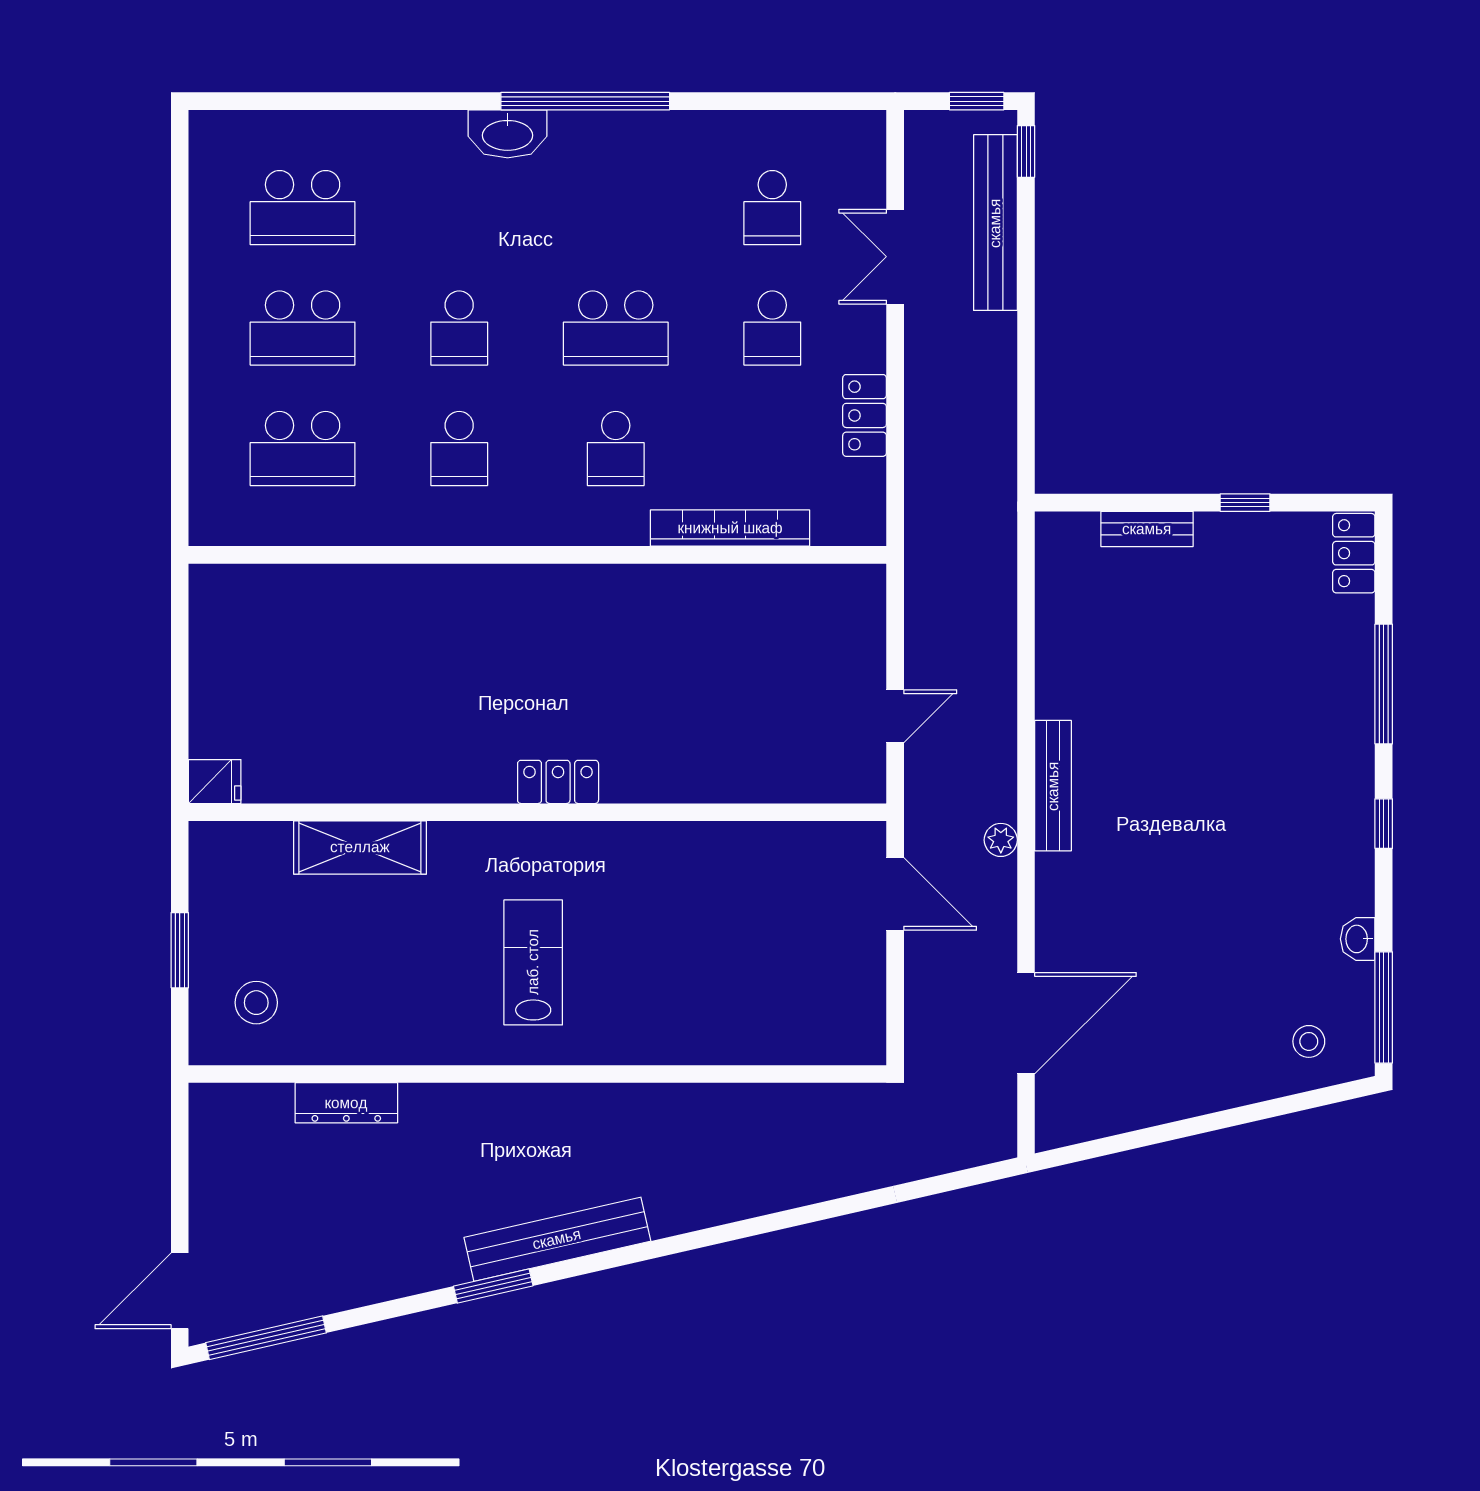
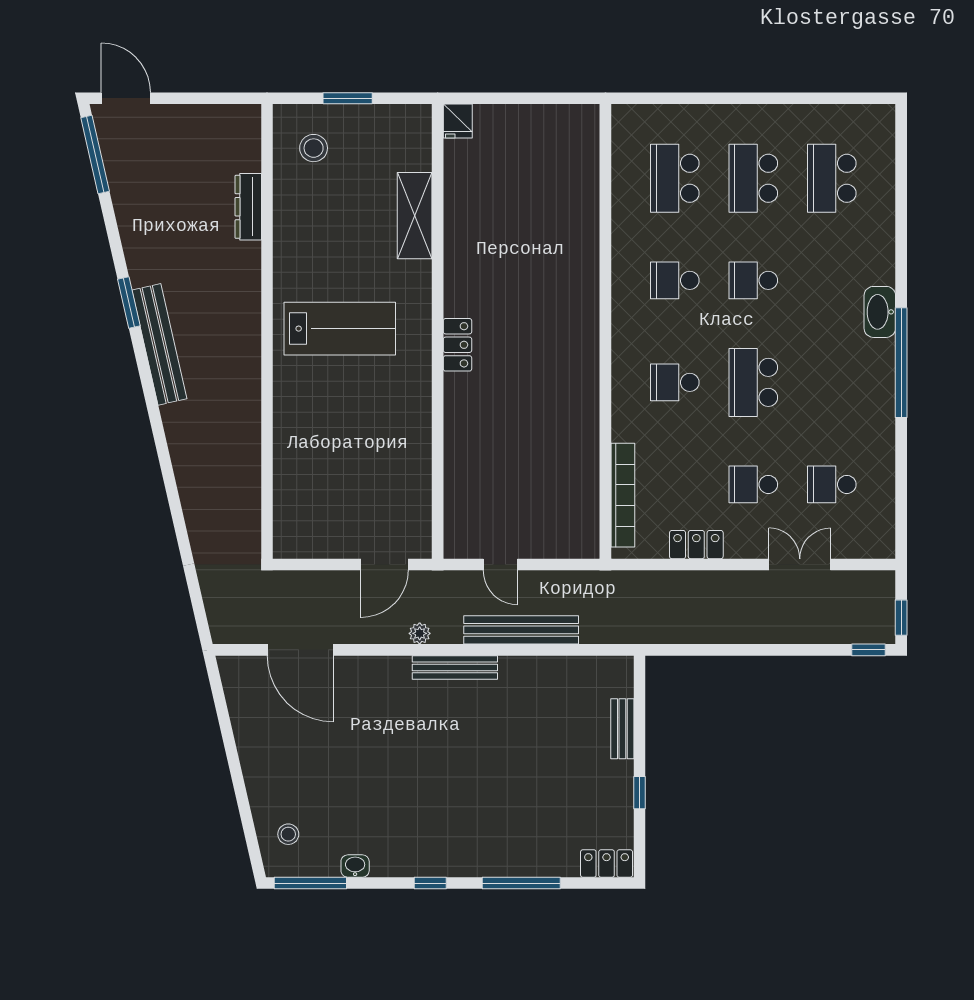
bench: (995, 223) -> (521, 630), moved
bookcase: (730, 528) -> (623, 495), moved
lab bench: (533, 962) -> (340, 329), width x1.36, depth x1.39

